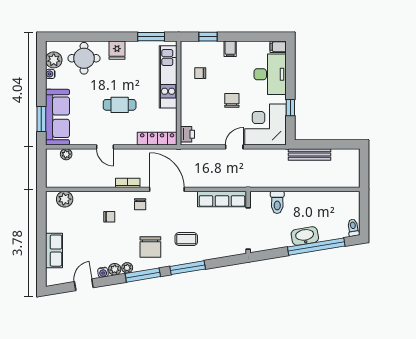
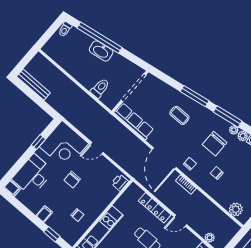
locker: (157, 139) -> (155, 208), moved
door: (105, 147) -> (180, 221), swing flipped
bench: (310, 154) -> (33, 85), moved
chair: (150, 247) -> (215, 144), moved, turned 180

